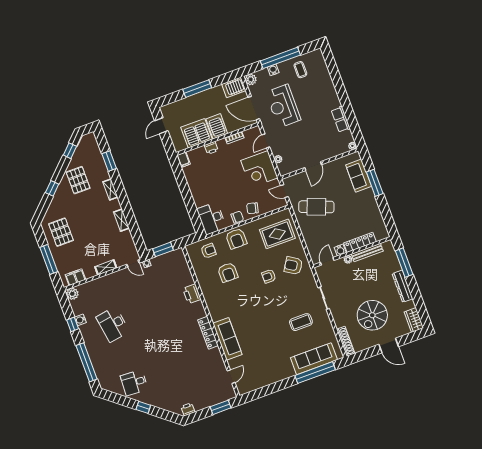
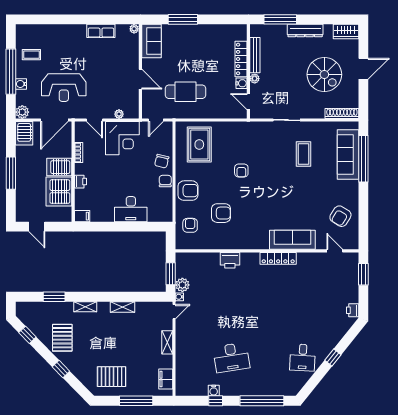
sofa: (359, 176) -> (152, 41), moved, turned -90
pallet: (78, 180) -> (62, 338), turned 90
cafe table: (316, 207) -> (186, 92), turned 69
desk: (212, 218) -> (131, 209), moved
armchair: (293, 266) -> (340, 216), moved
plant: (72, 294) -> (182, 285), moved

